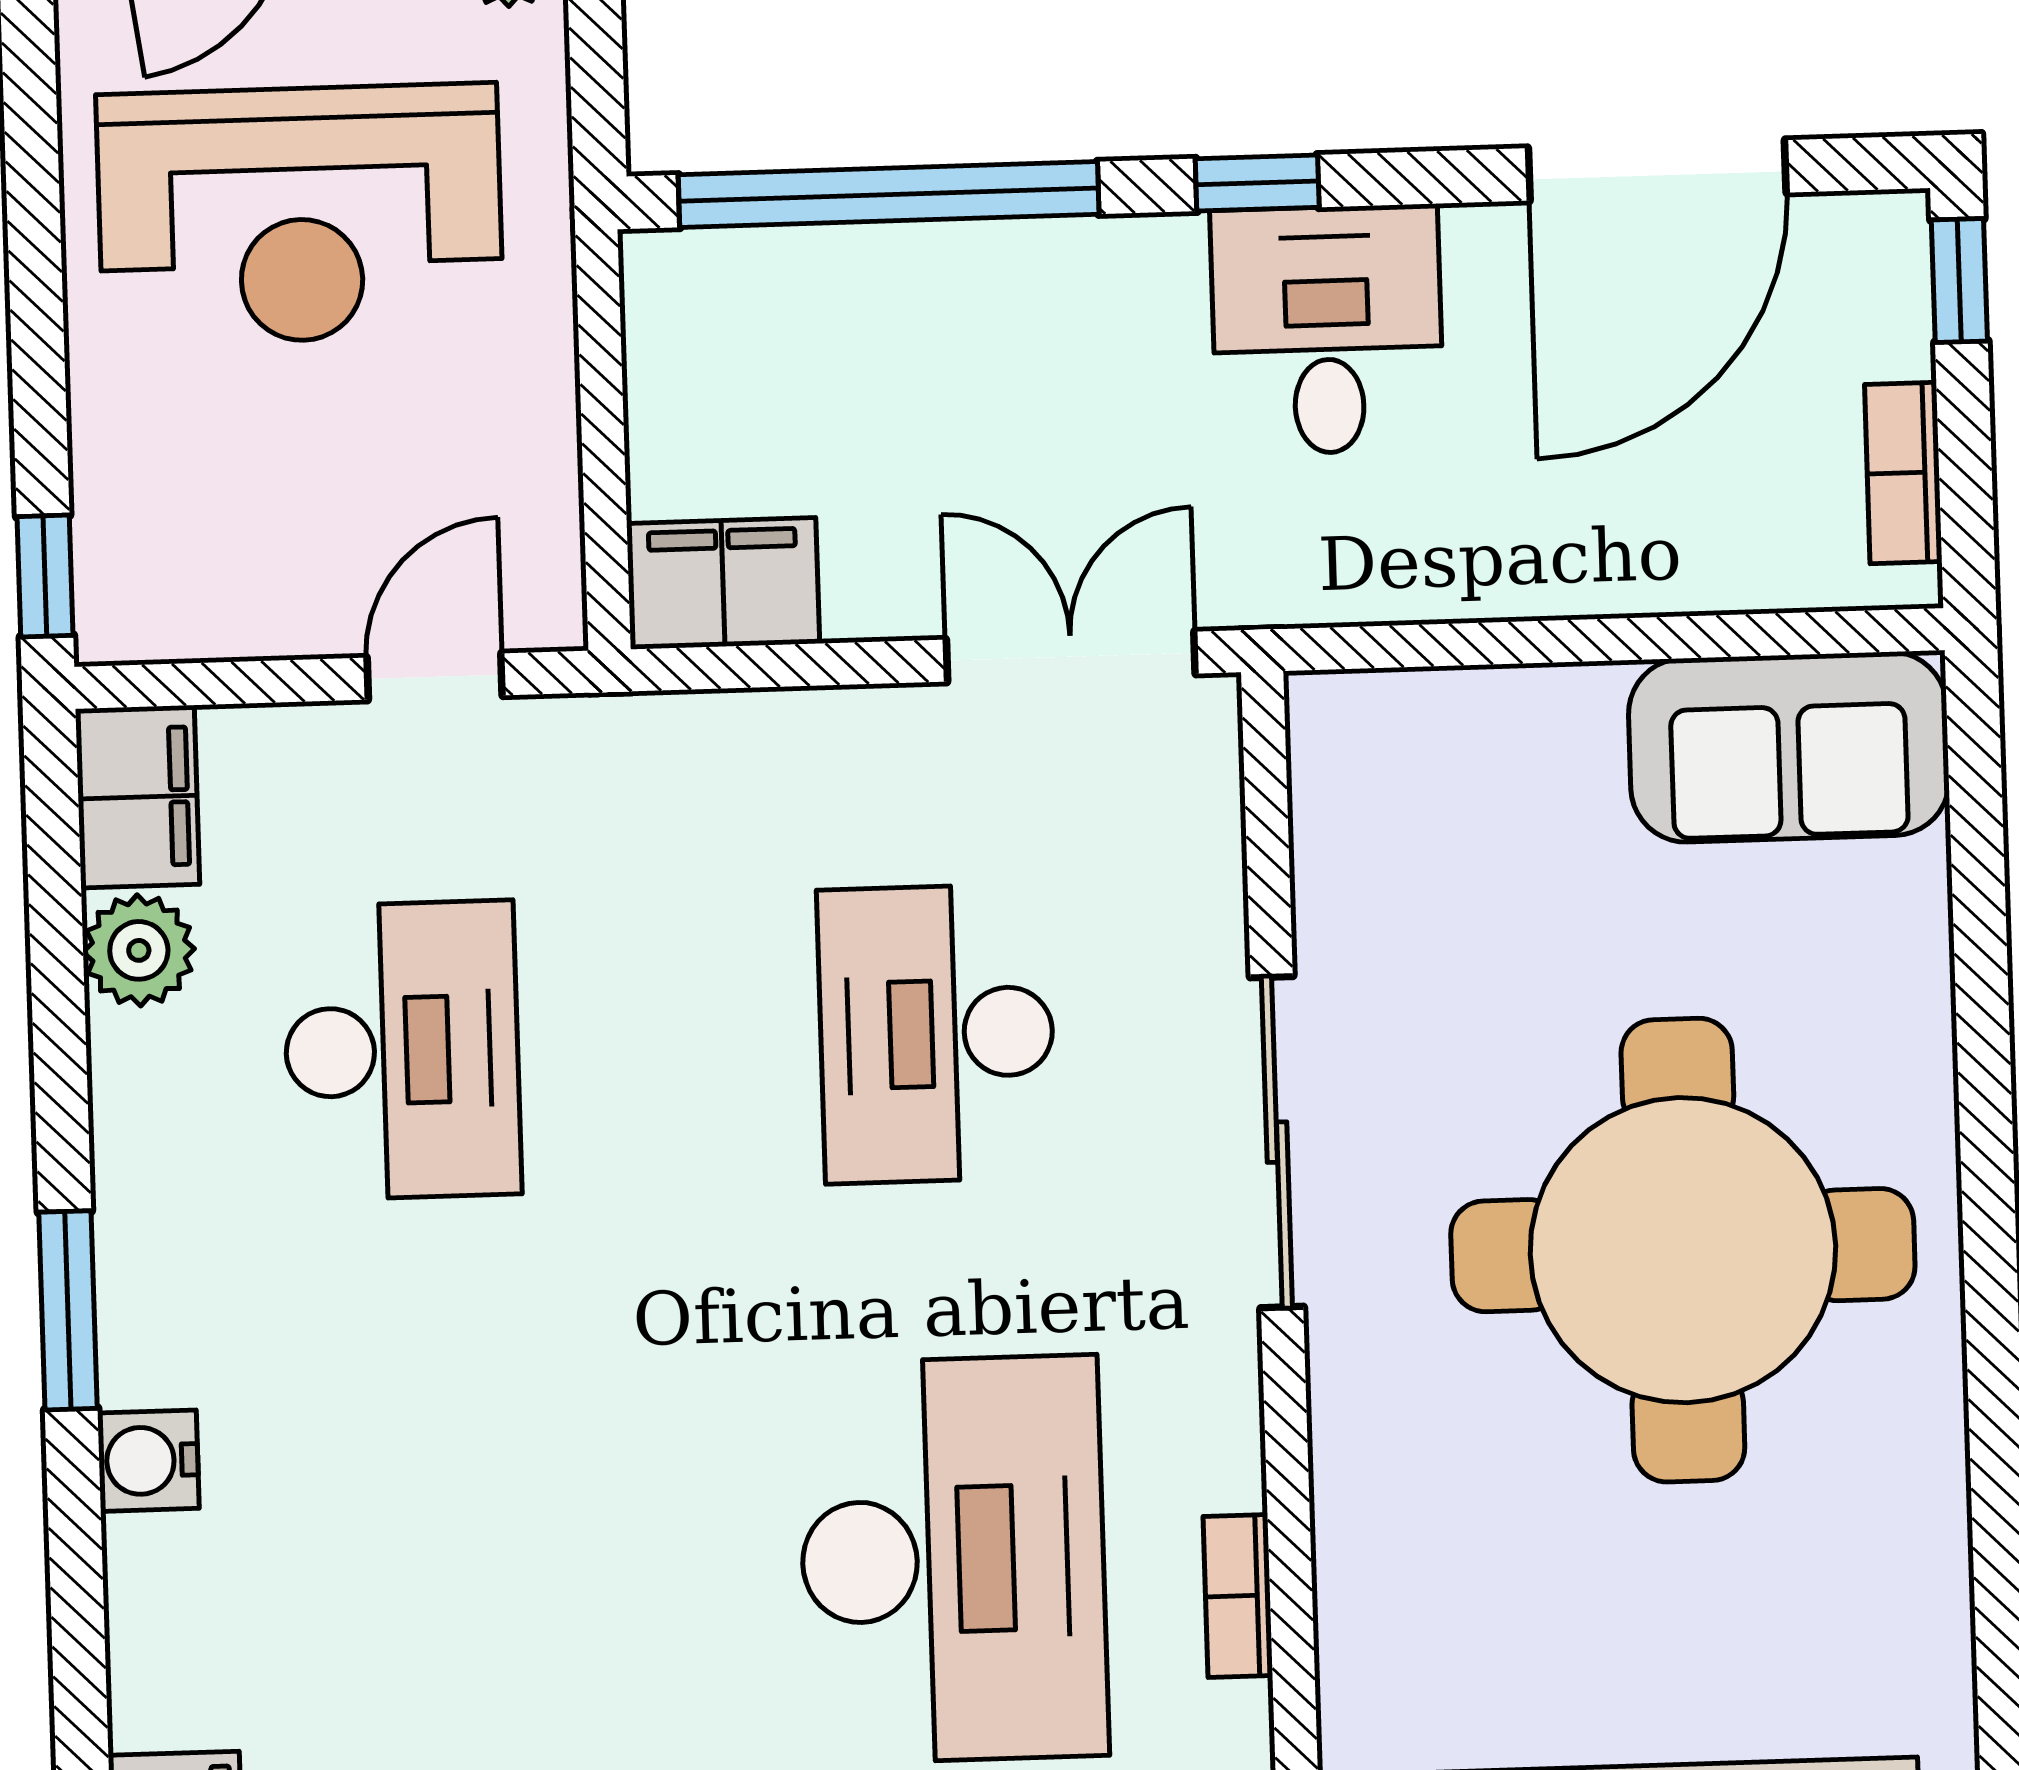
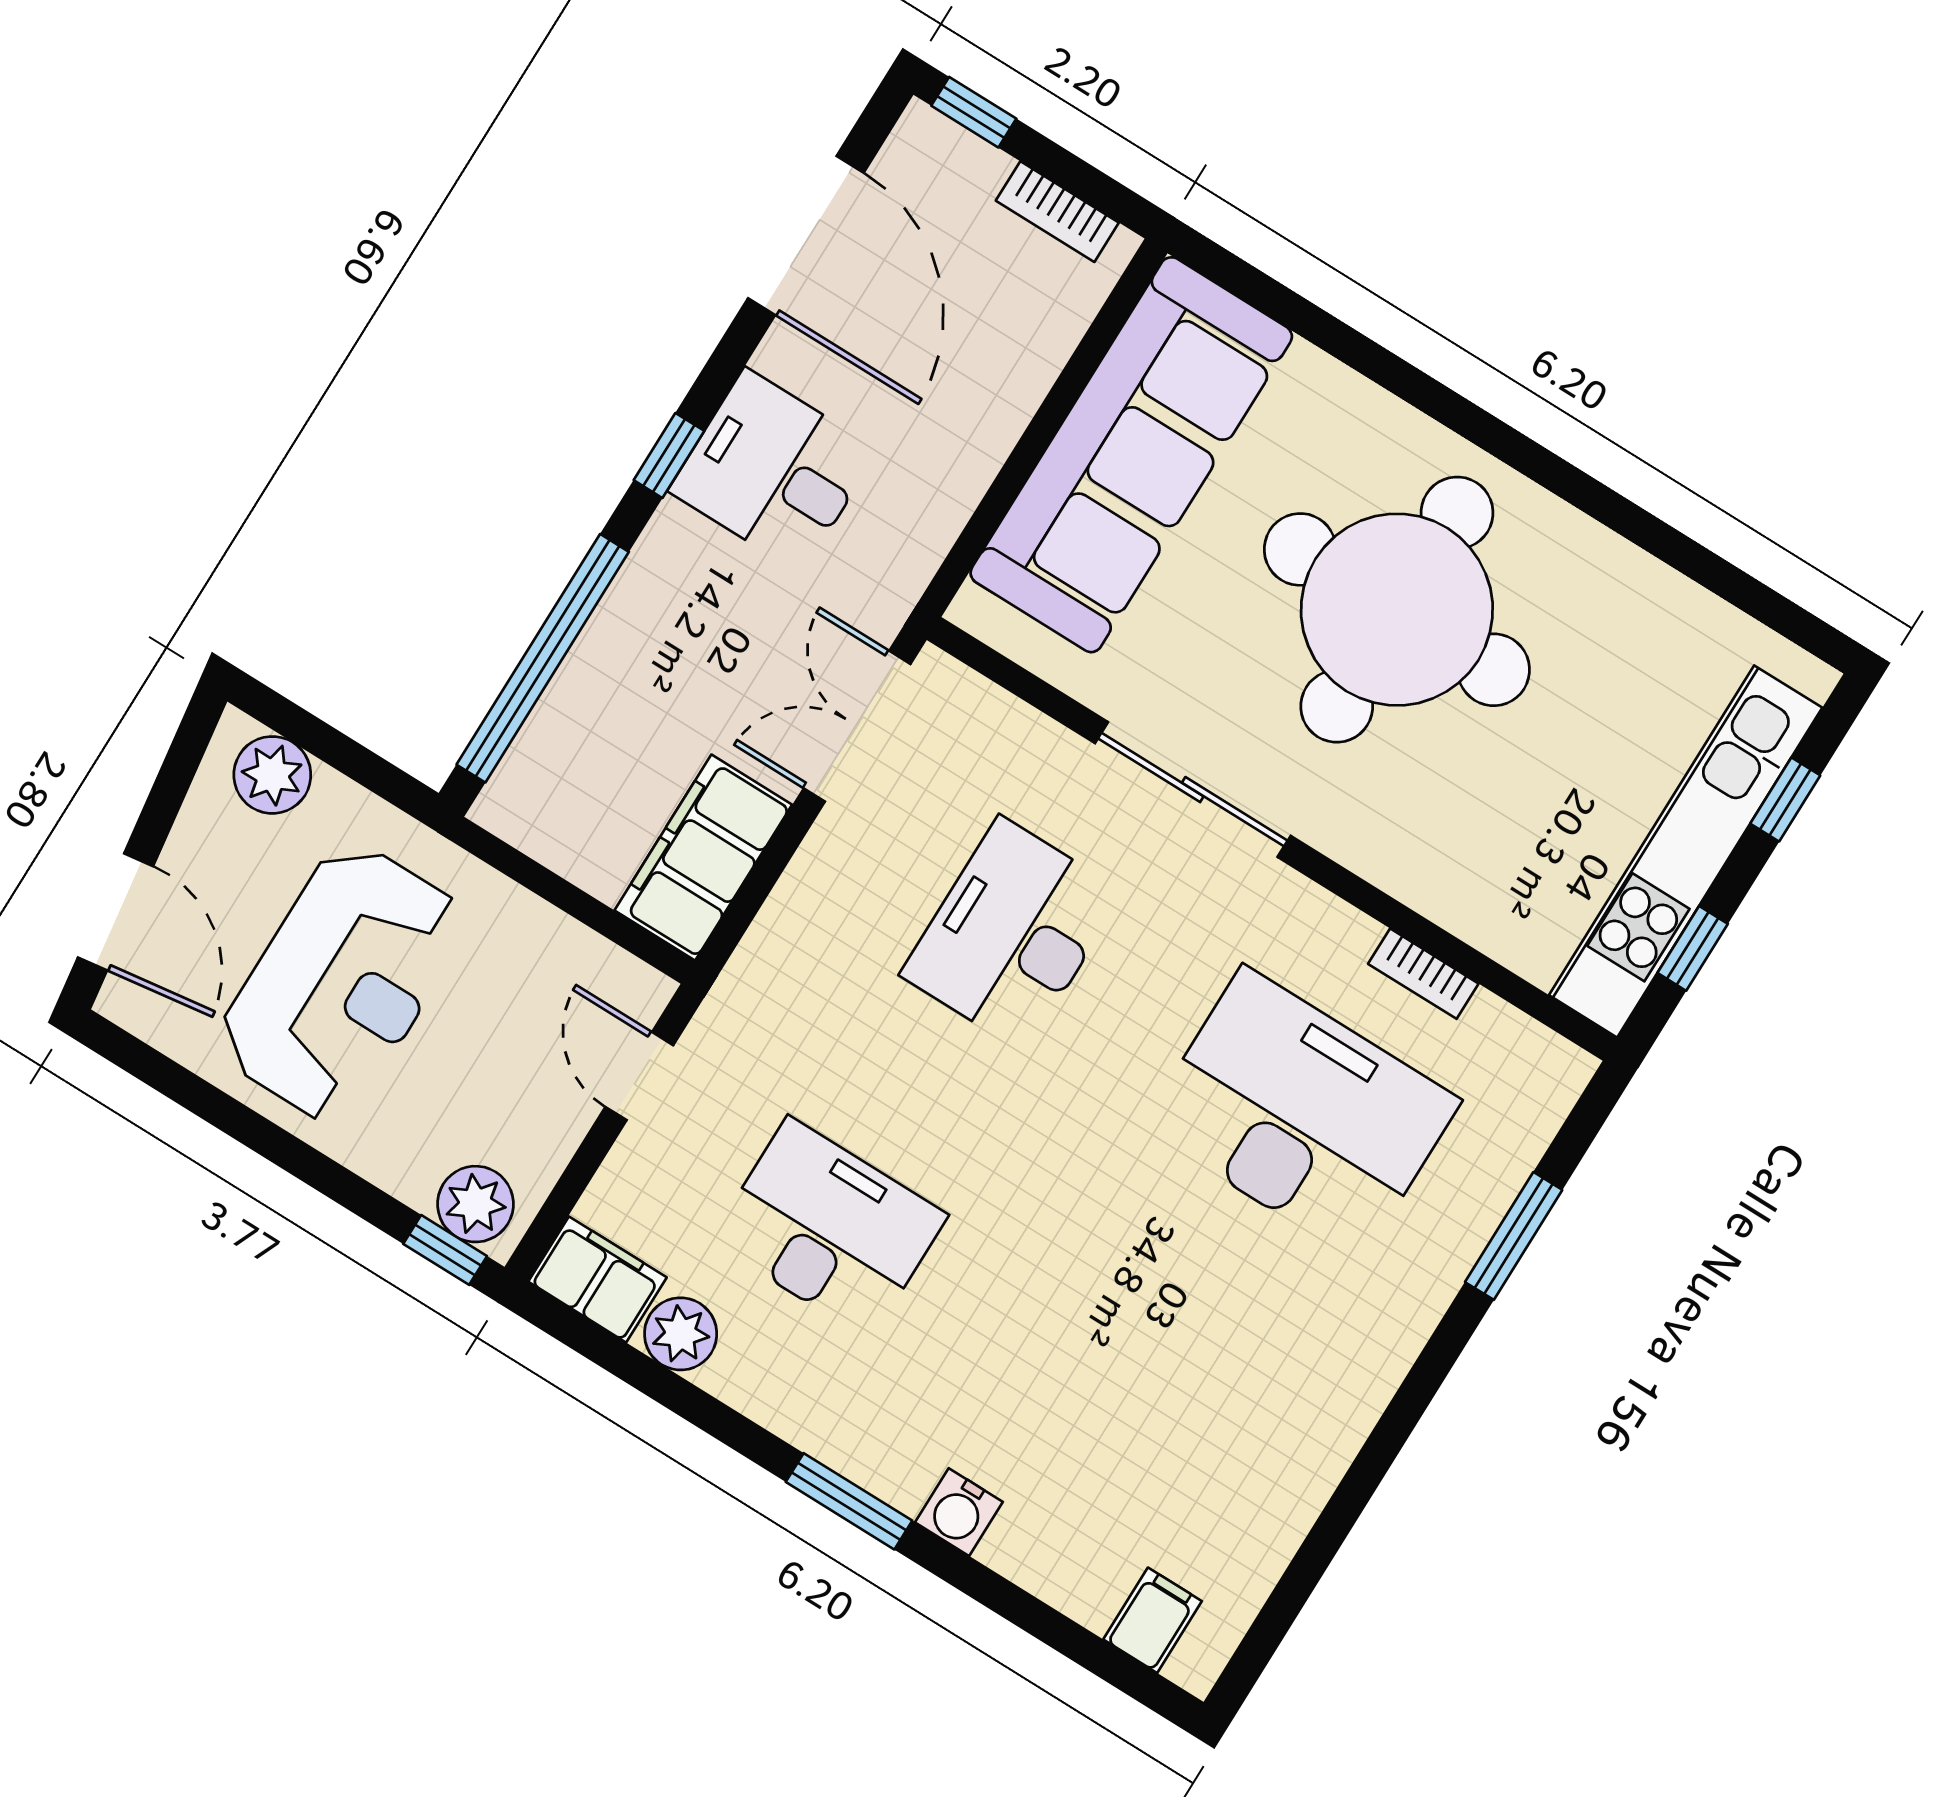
plant: (130, 576) -> (475, 1204), added
filing cabinet: (723, 583) -> (703, 858), width x1.50, depth x1.17
sofa: (1789, 747) -> (1131, 455), width x1.85, depth x1.27
desk: (937, 1034) -> (1012, 934), turned 90

